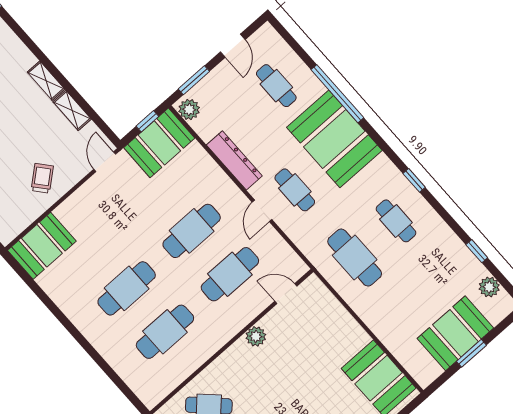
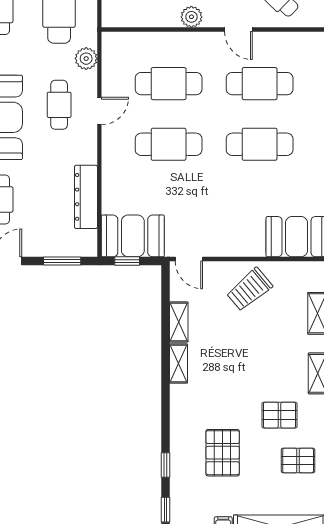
plant: (189, 109) -> (86, 59), moved
dresser: (234, 160) -> (86, 197), moved
door: (105, 162) -> (189, 259), hinge flipped
trolley: (42, 178) -> (249, 289), width x1.36, depth x1.39
door: (286, 294) -> (238, 30), moved

